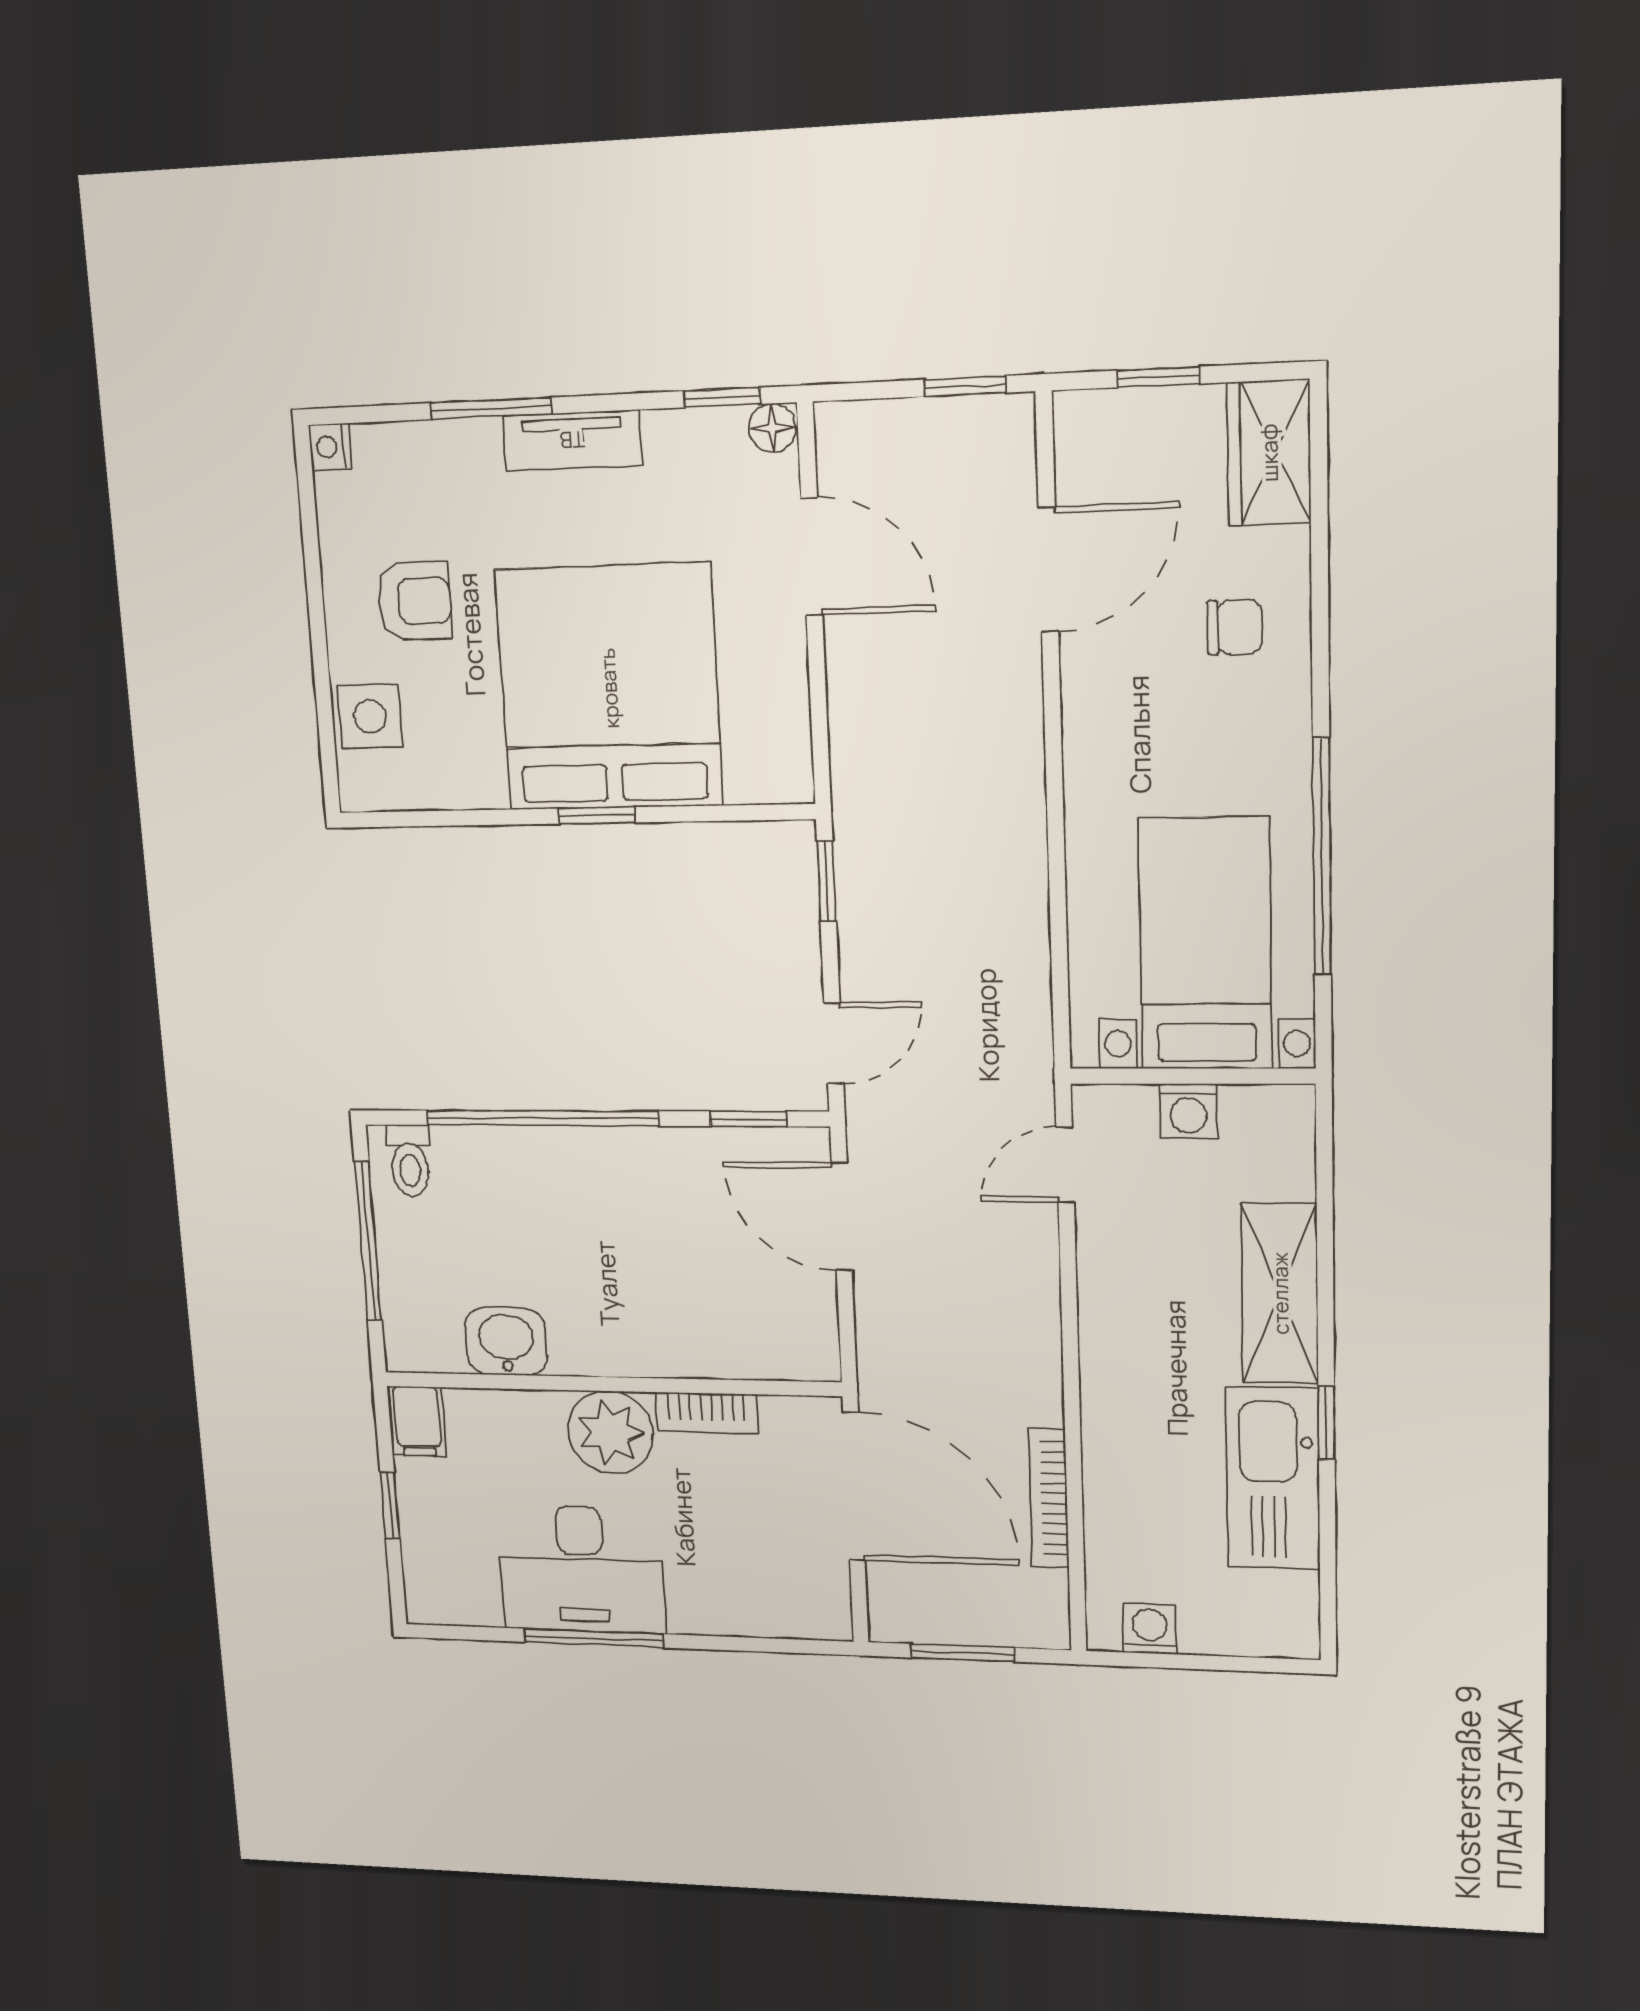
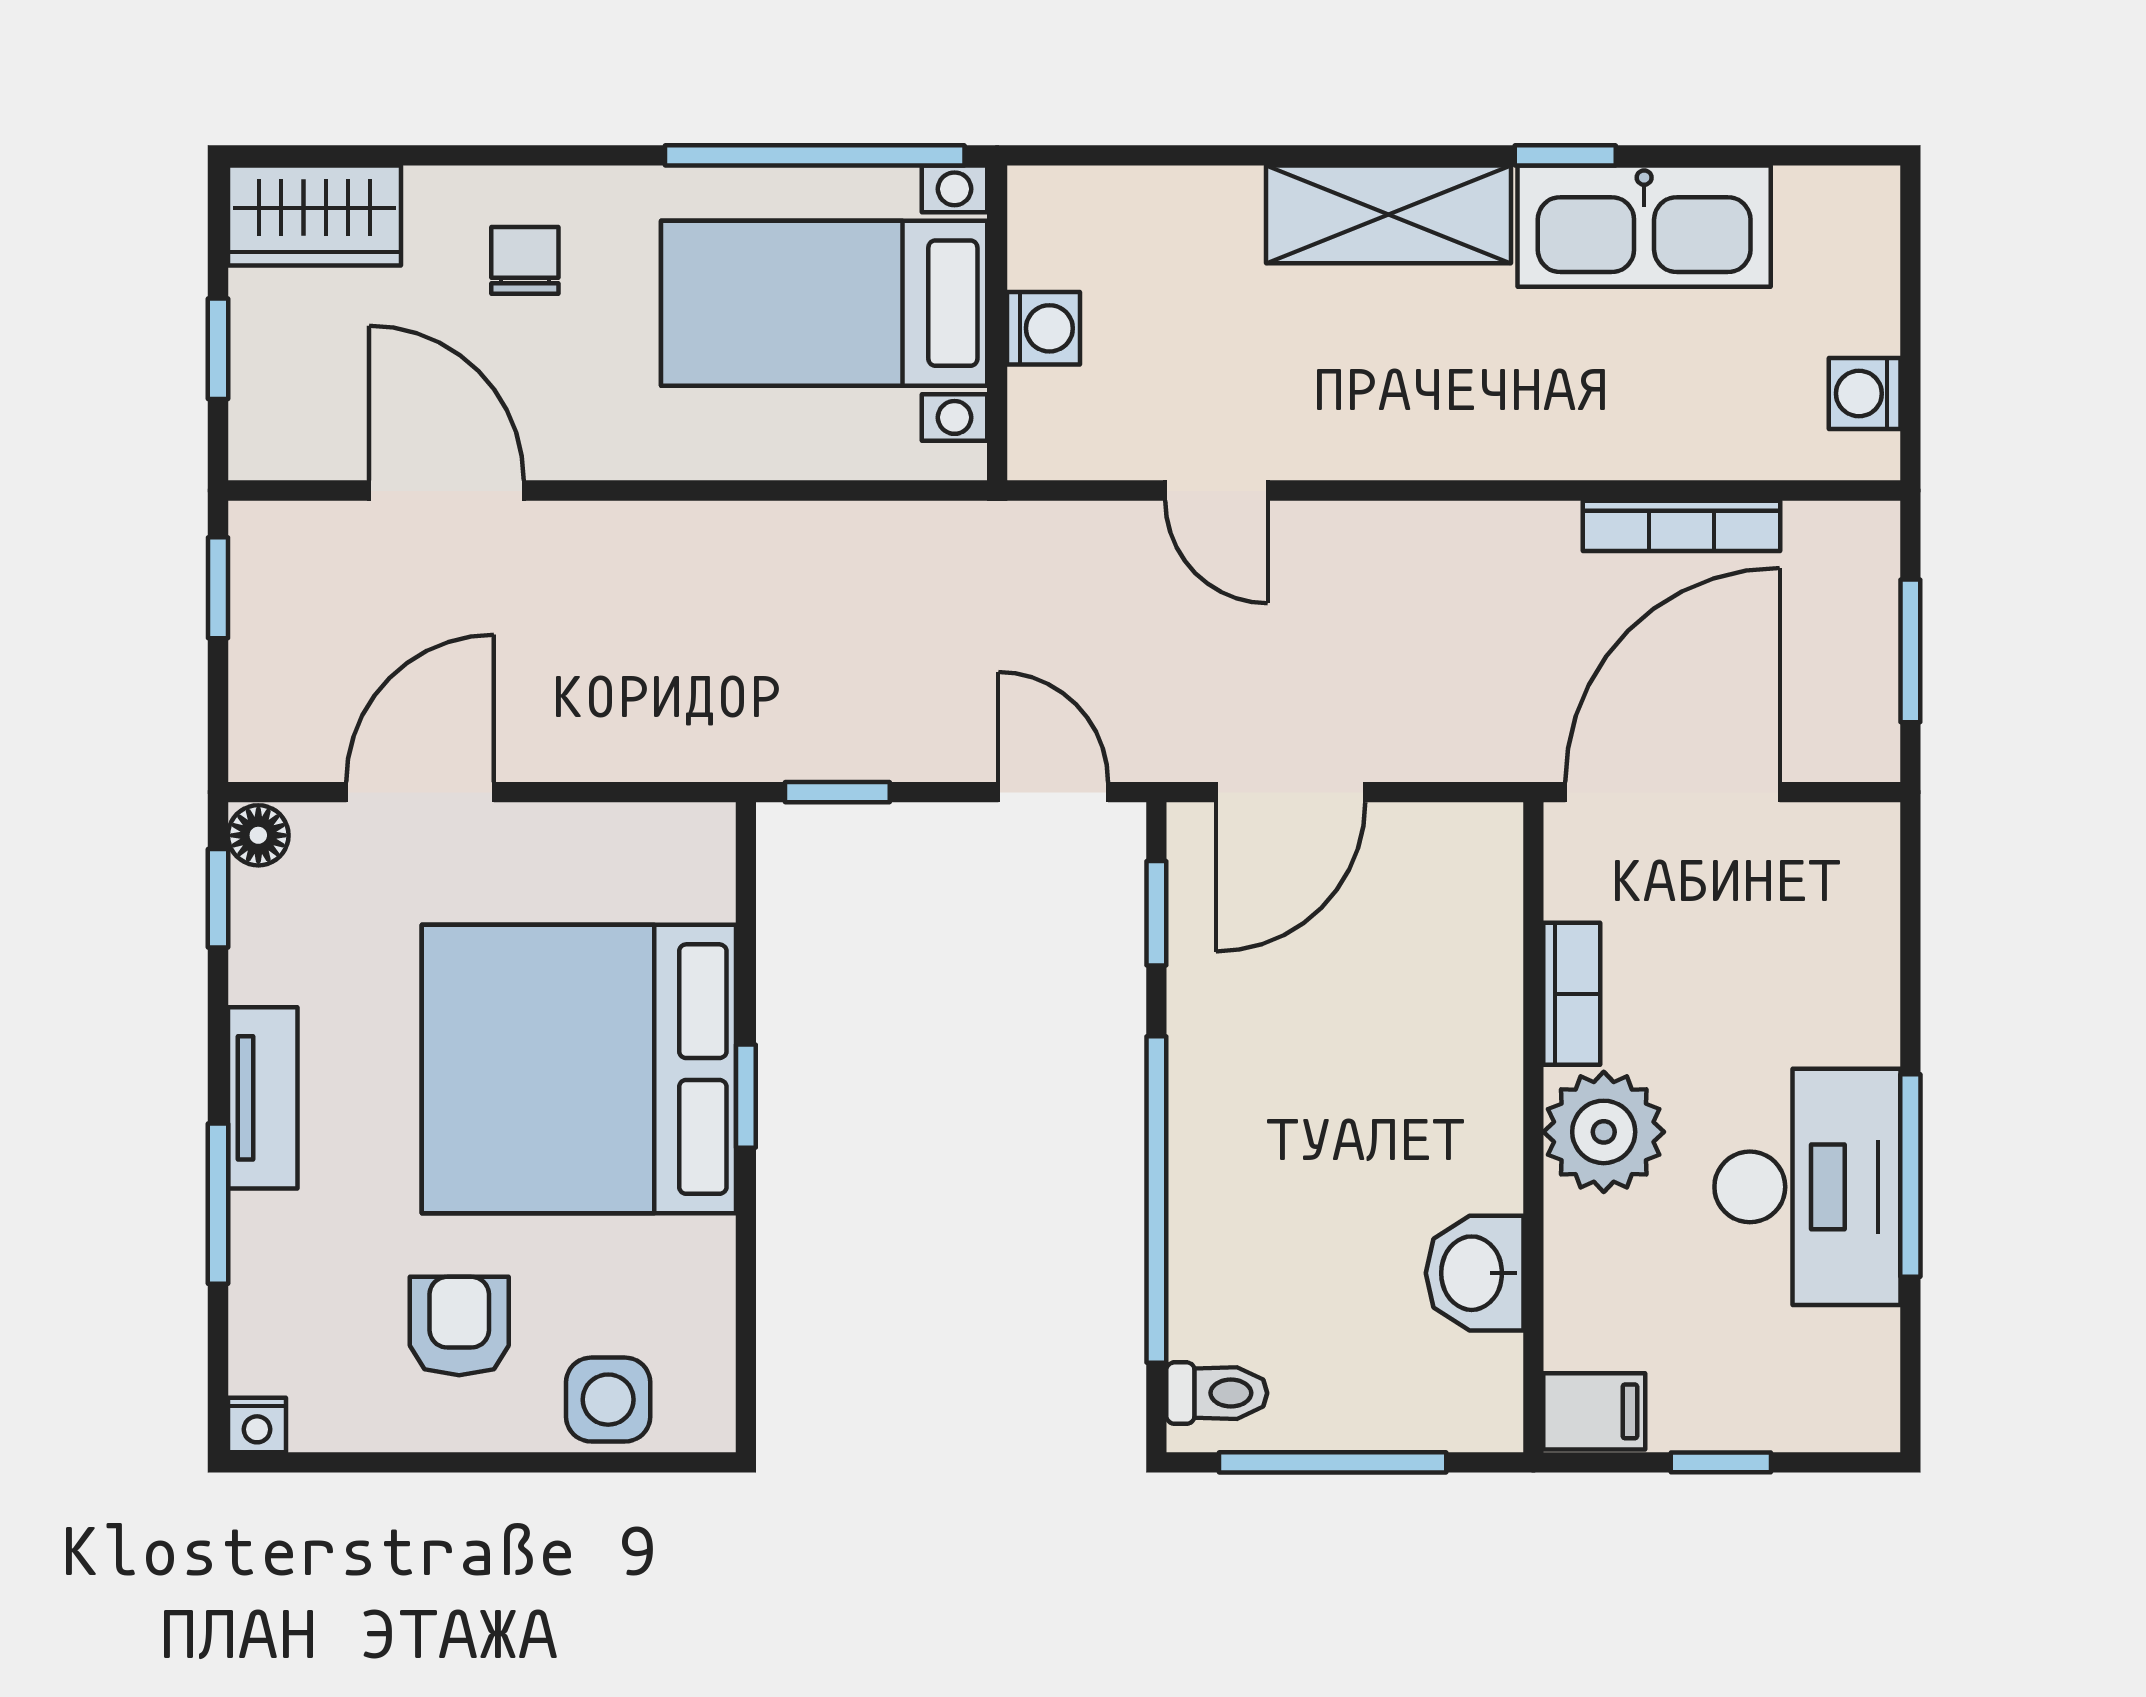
bed with nightstands: (1205, 944) -> (824, 303), moved
wall: (1192, 1076) -> (997, 323), moved
washing machine: (1188, 1111) -> (1044, 328), moved

